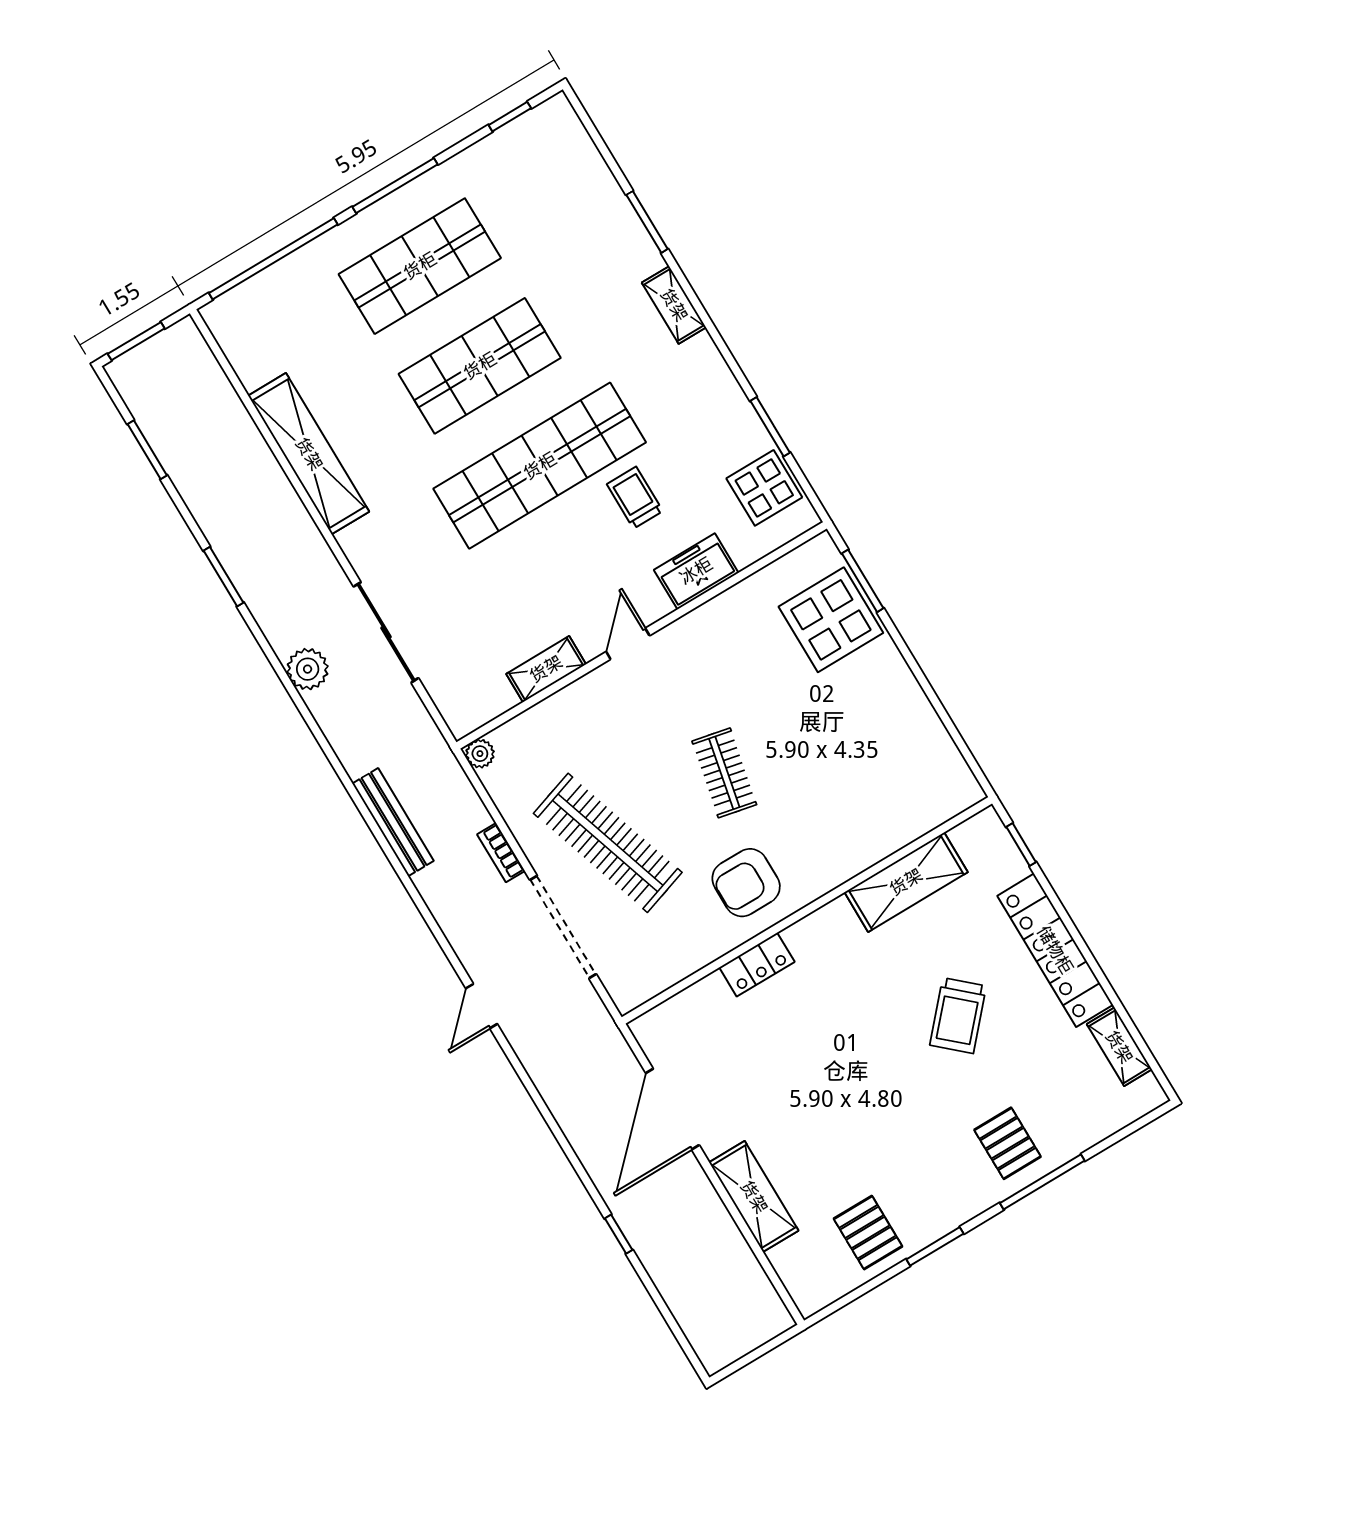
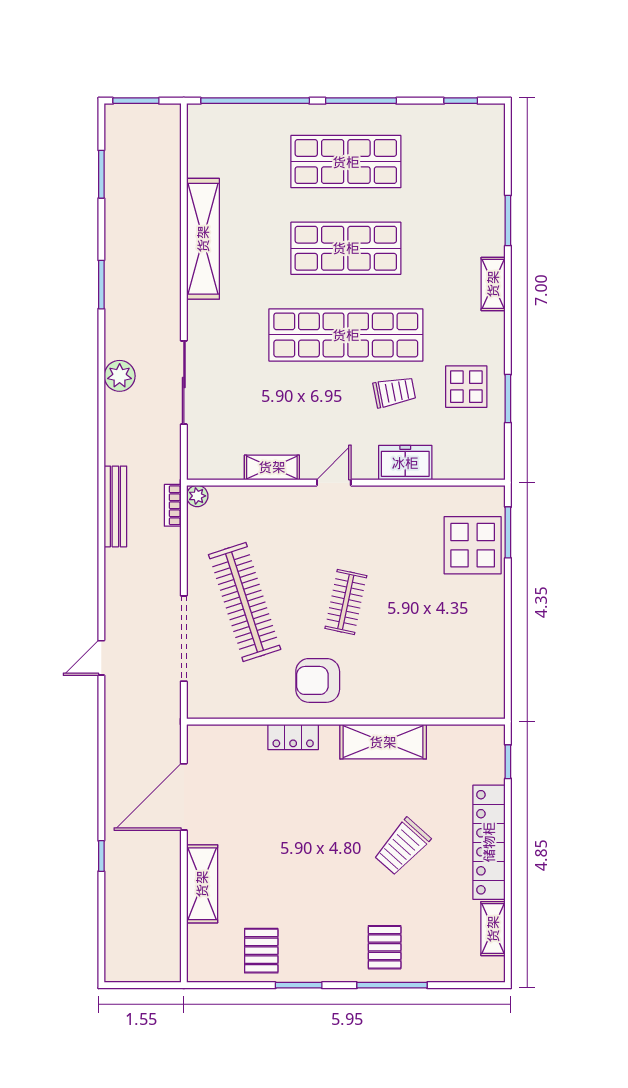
display table: (764, 488) -> (466, 387), moved
trolley: (635, 498) -> (394, 392), turned 79
bookcase: (501, 853) -> (173, 505), moved
shelving: (906, 882) -> (383, 742), moved

